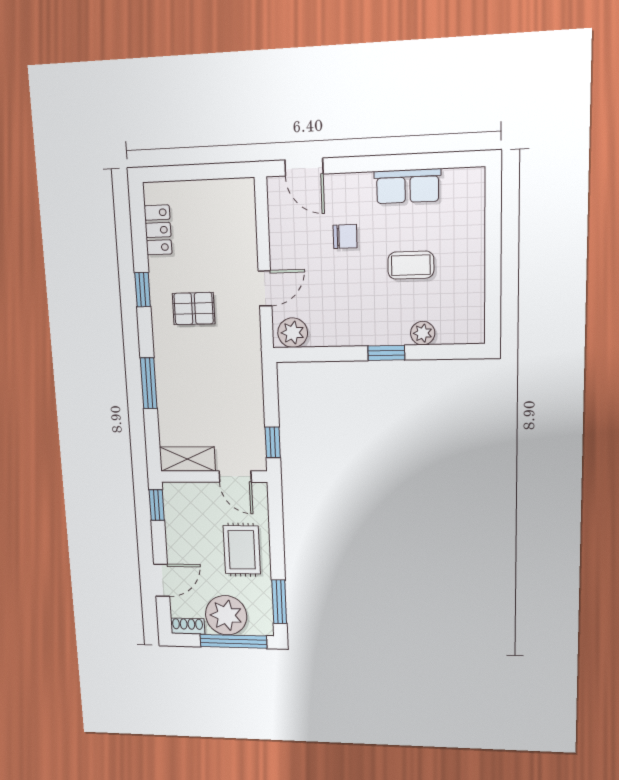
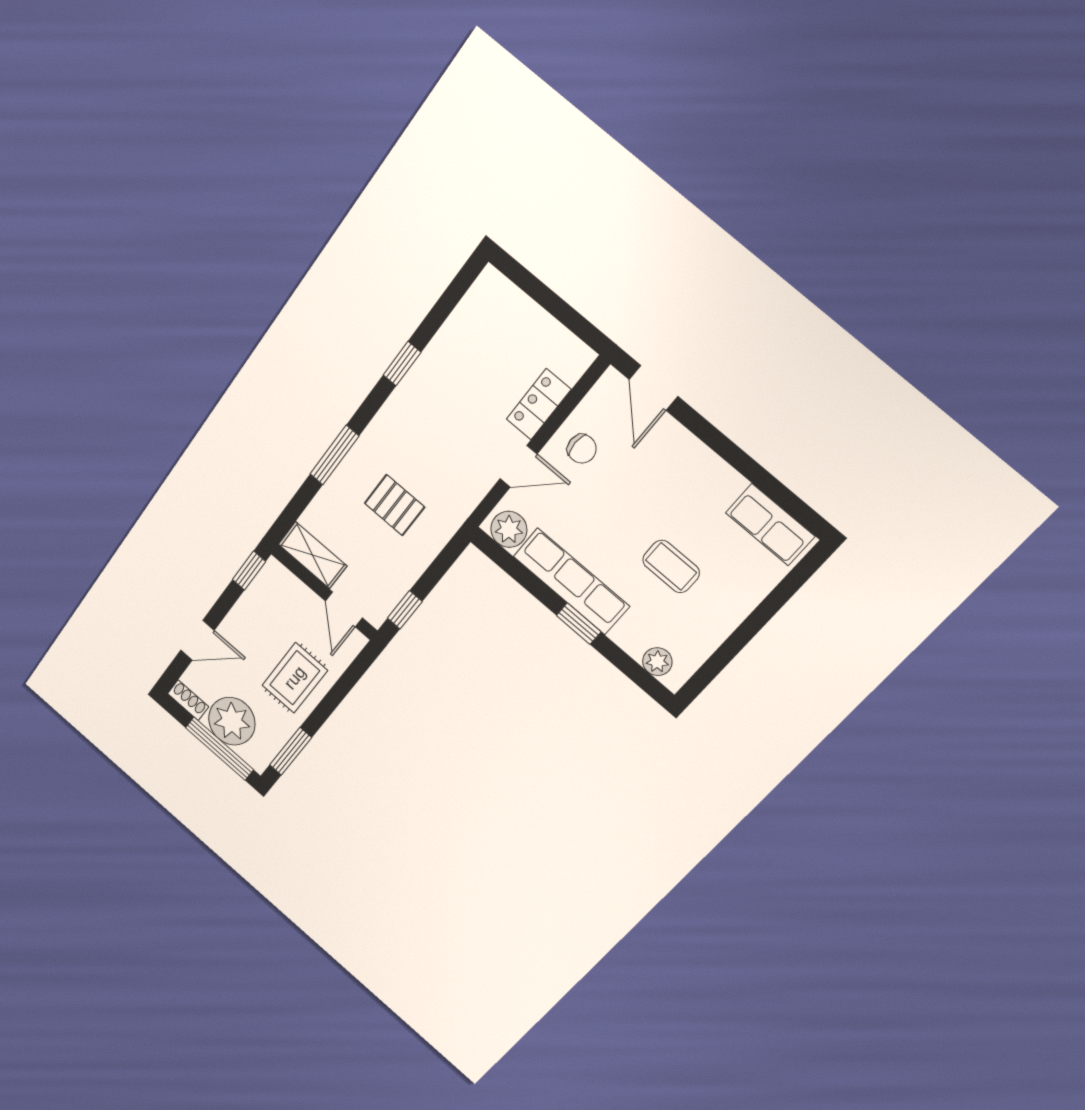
row of seats: (408, 186) -> (770, 525), moved
locker: (158, 230) -> (539, 404), moved, turned 180
chair: (345, 236) -> (582, 449), moved
pallet: (194, 309) -> (394, 505), moved
row of seats: (359, 330) -> (571, 581), added
plant: (423, 333) -> (657, 662), moved

